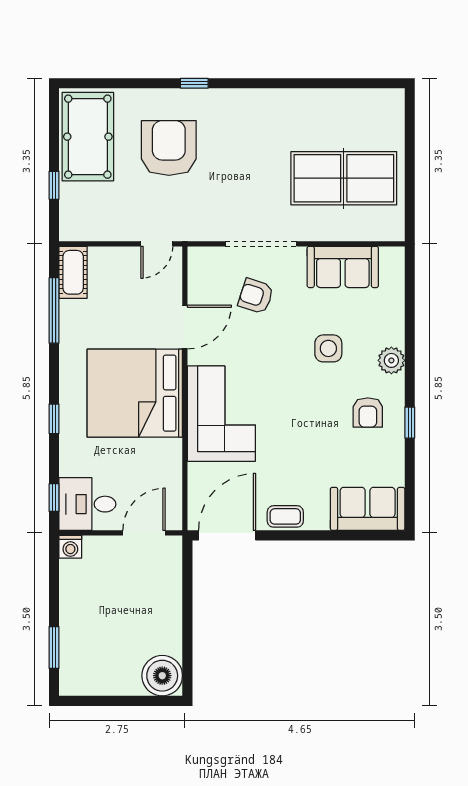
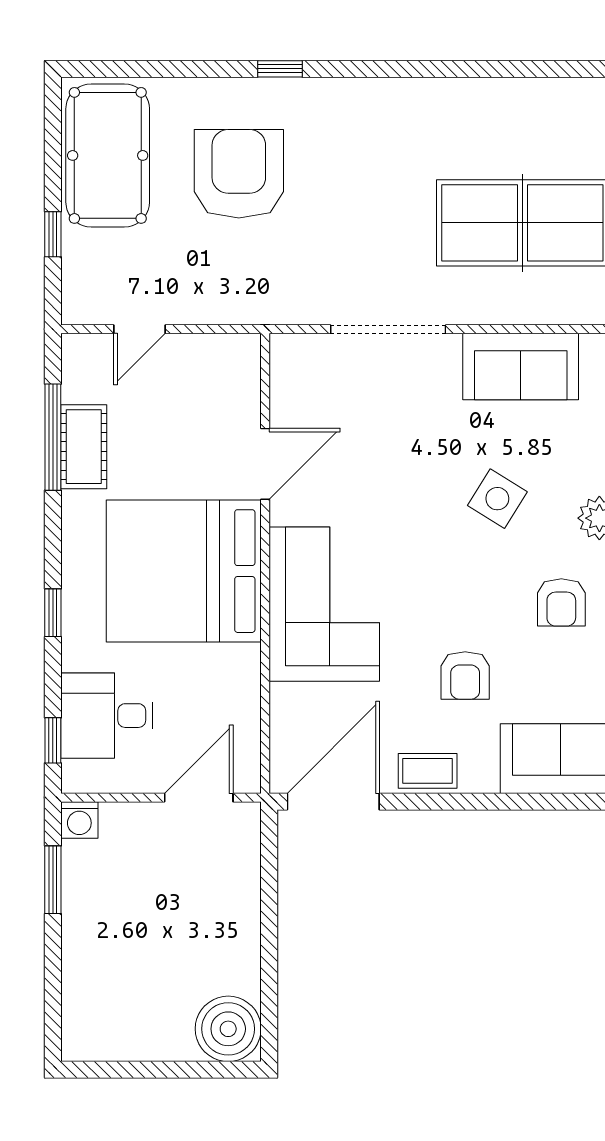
door: (157, 244) -> (140, 329), moved
cot: (73, 272) -> (84, 447), moved
armchair: (256, 296) -> (465, 675), moved, turned -108
side table: (328, 348) -> (497, 499), turned 32
desk: (87, 504) -> (107, 716), moved
window: (54, 648) -> (53, 880), moved

